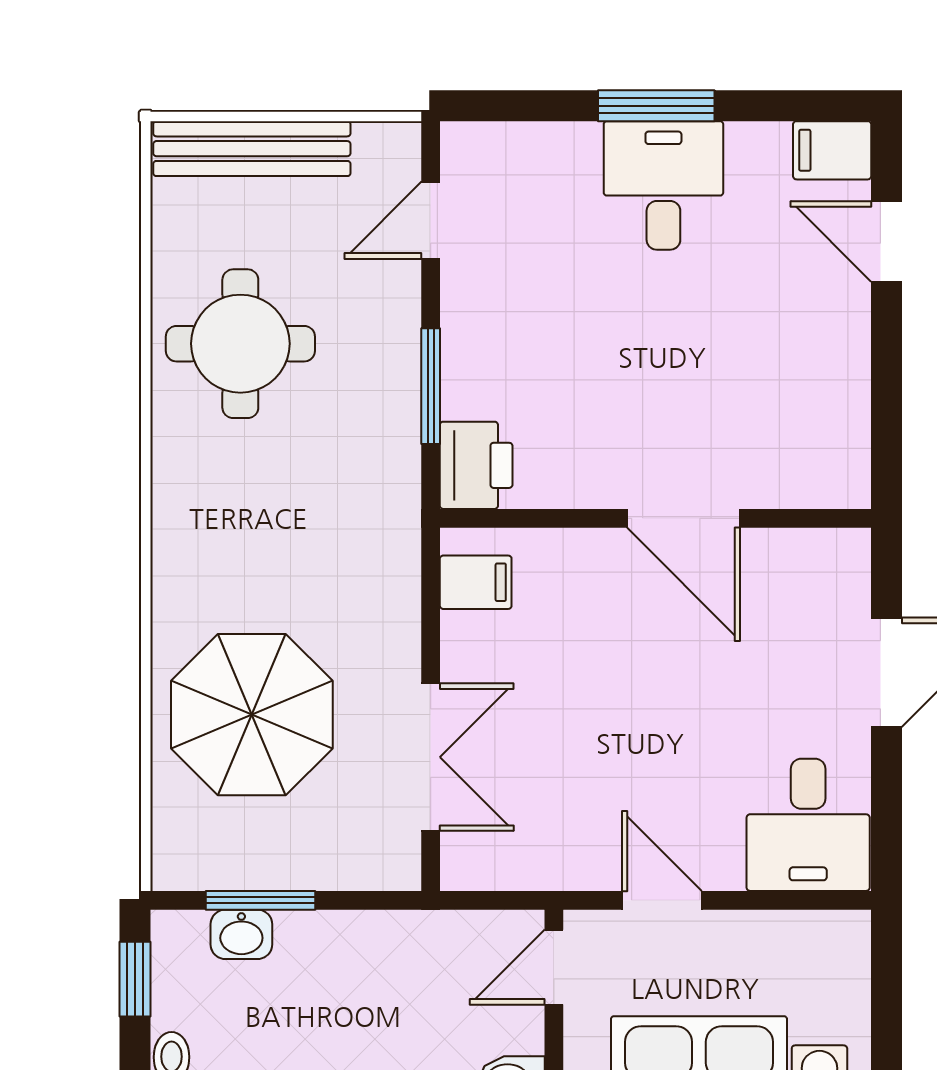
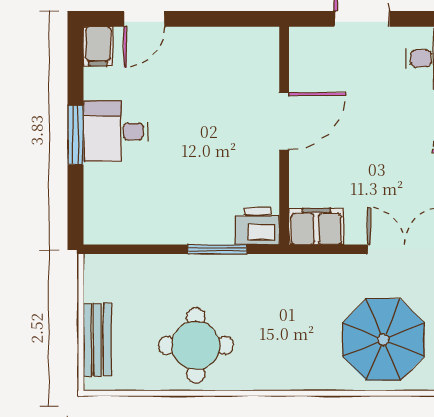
bench: (252, 149) -> (97, 340), width x0.73
door: (431, 220) -> (133, 249), removed
filing cabinet: (476, 582) -> (316, 226), width x2.00

